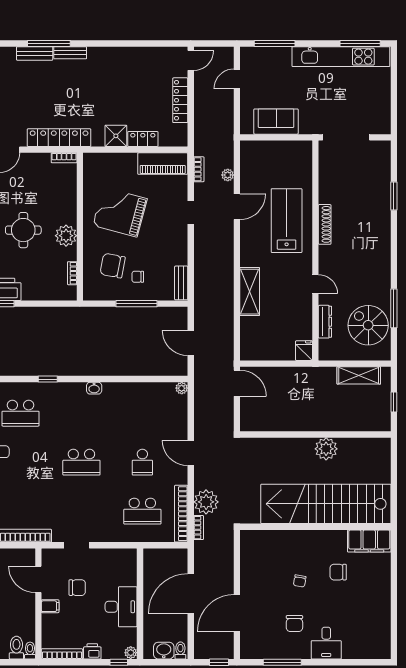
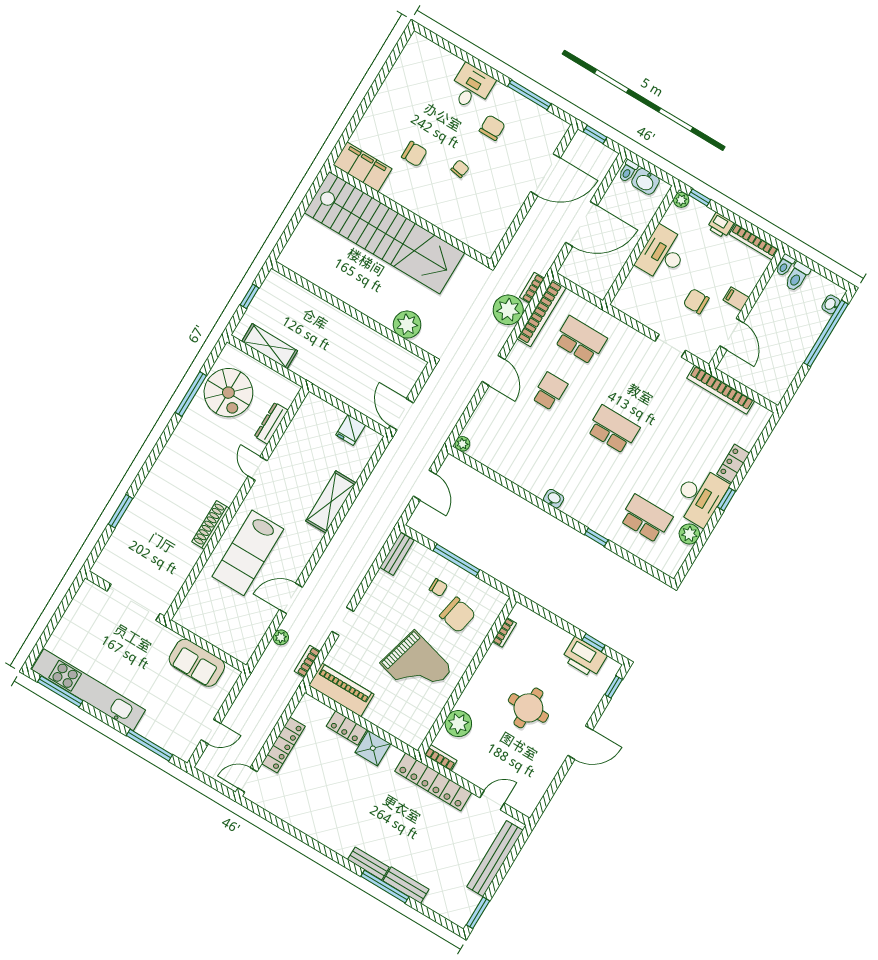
plant: (66, 236) -> (458, 724), moved
fridge: (304, 351) -> (351, 430), moved
plant: (326, 449) -> (407, 325), moved

